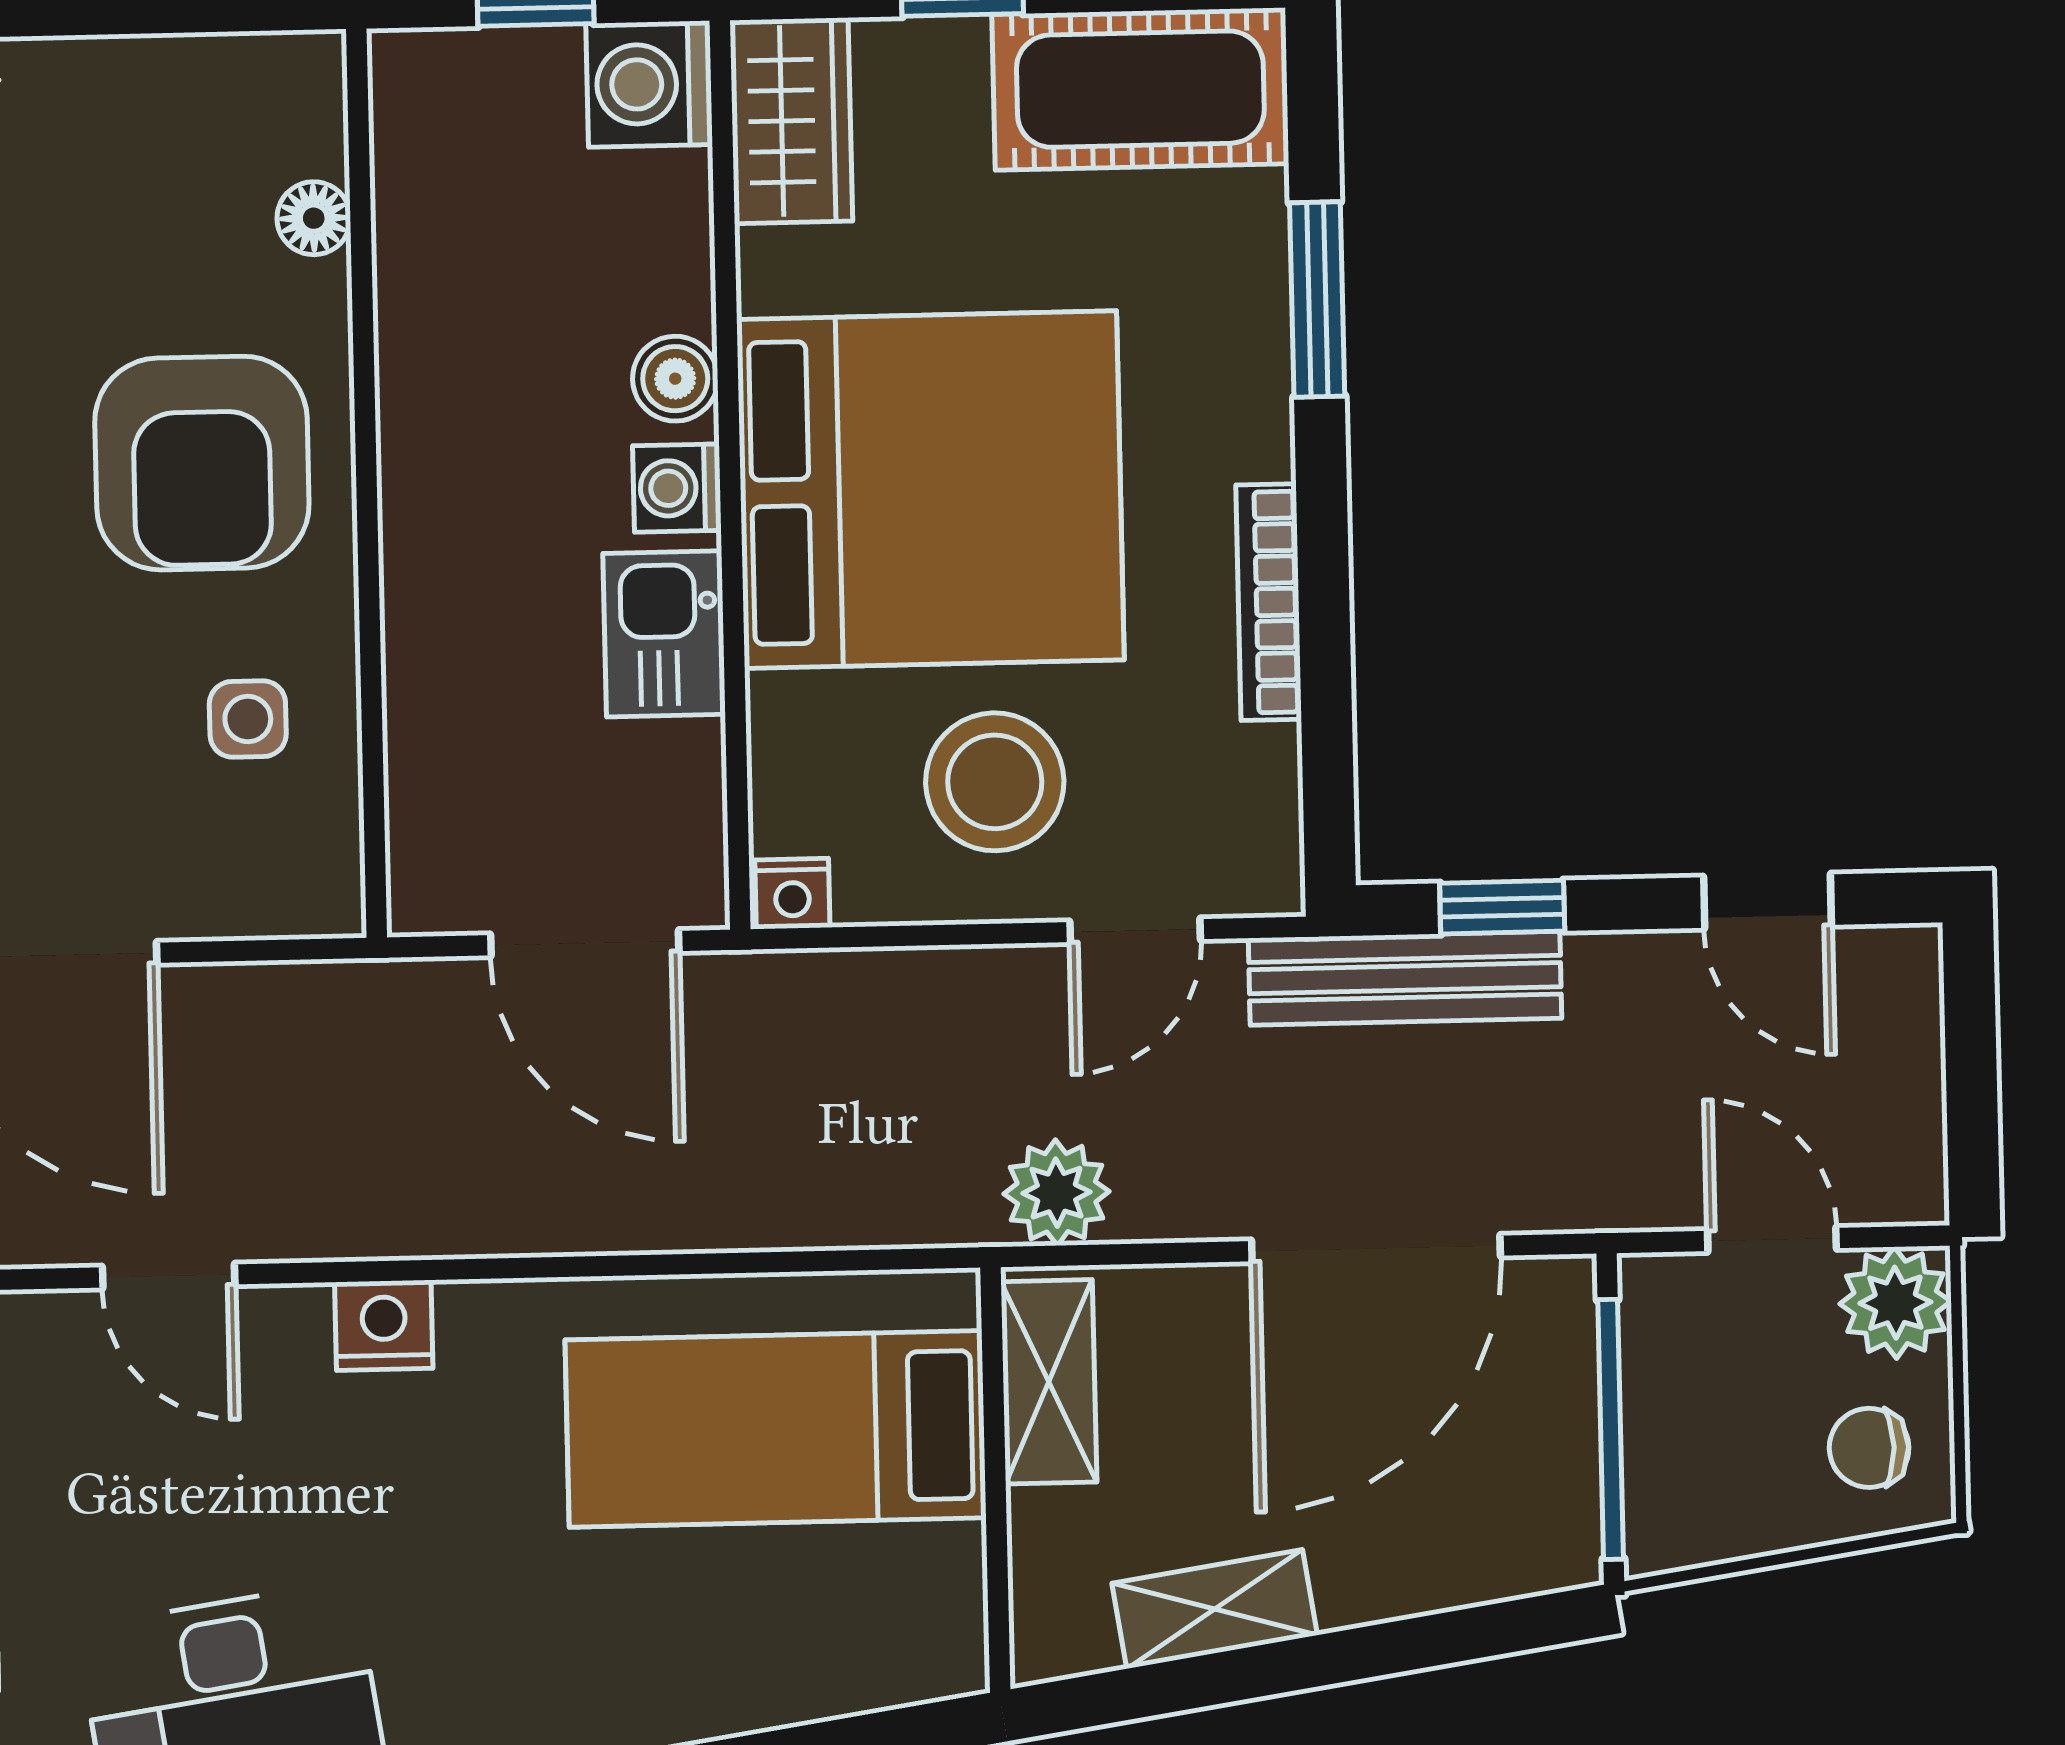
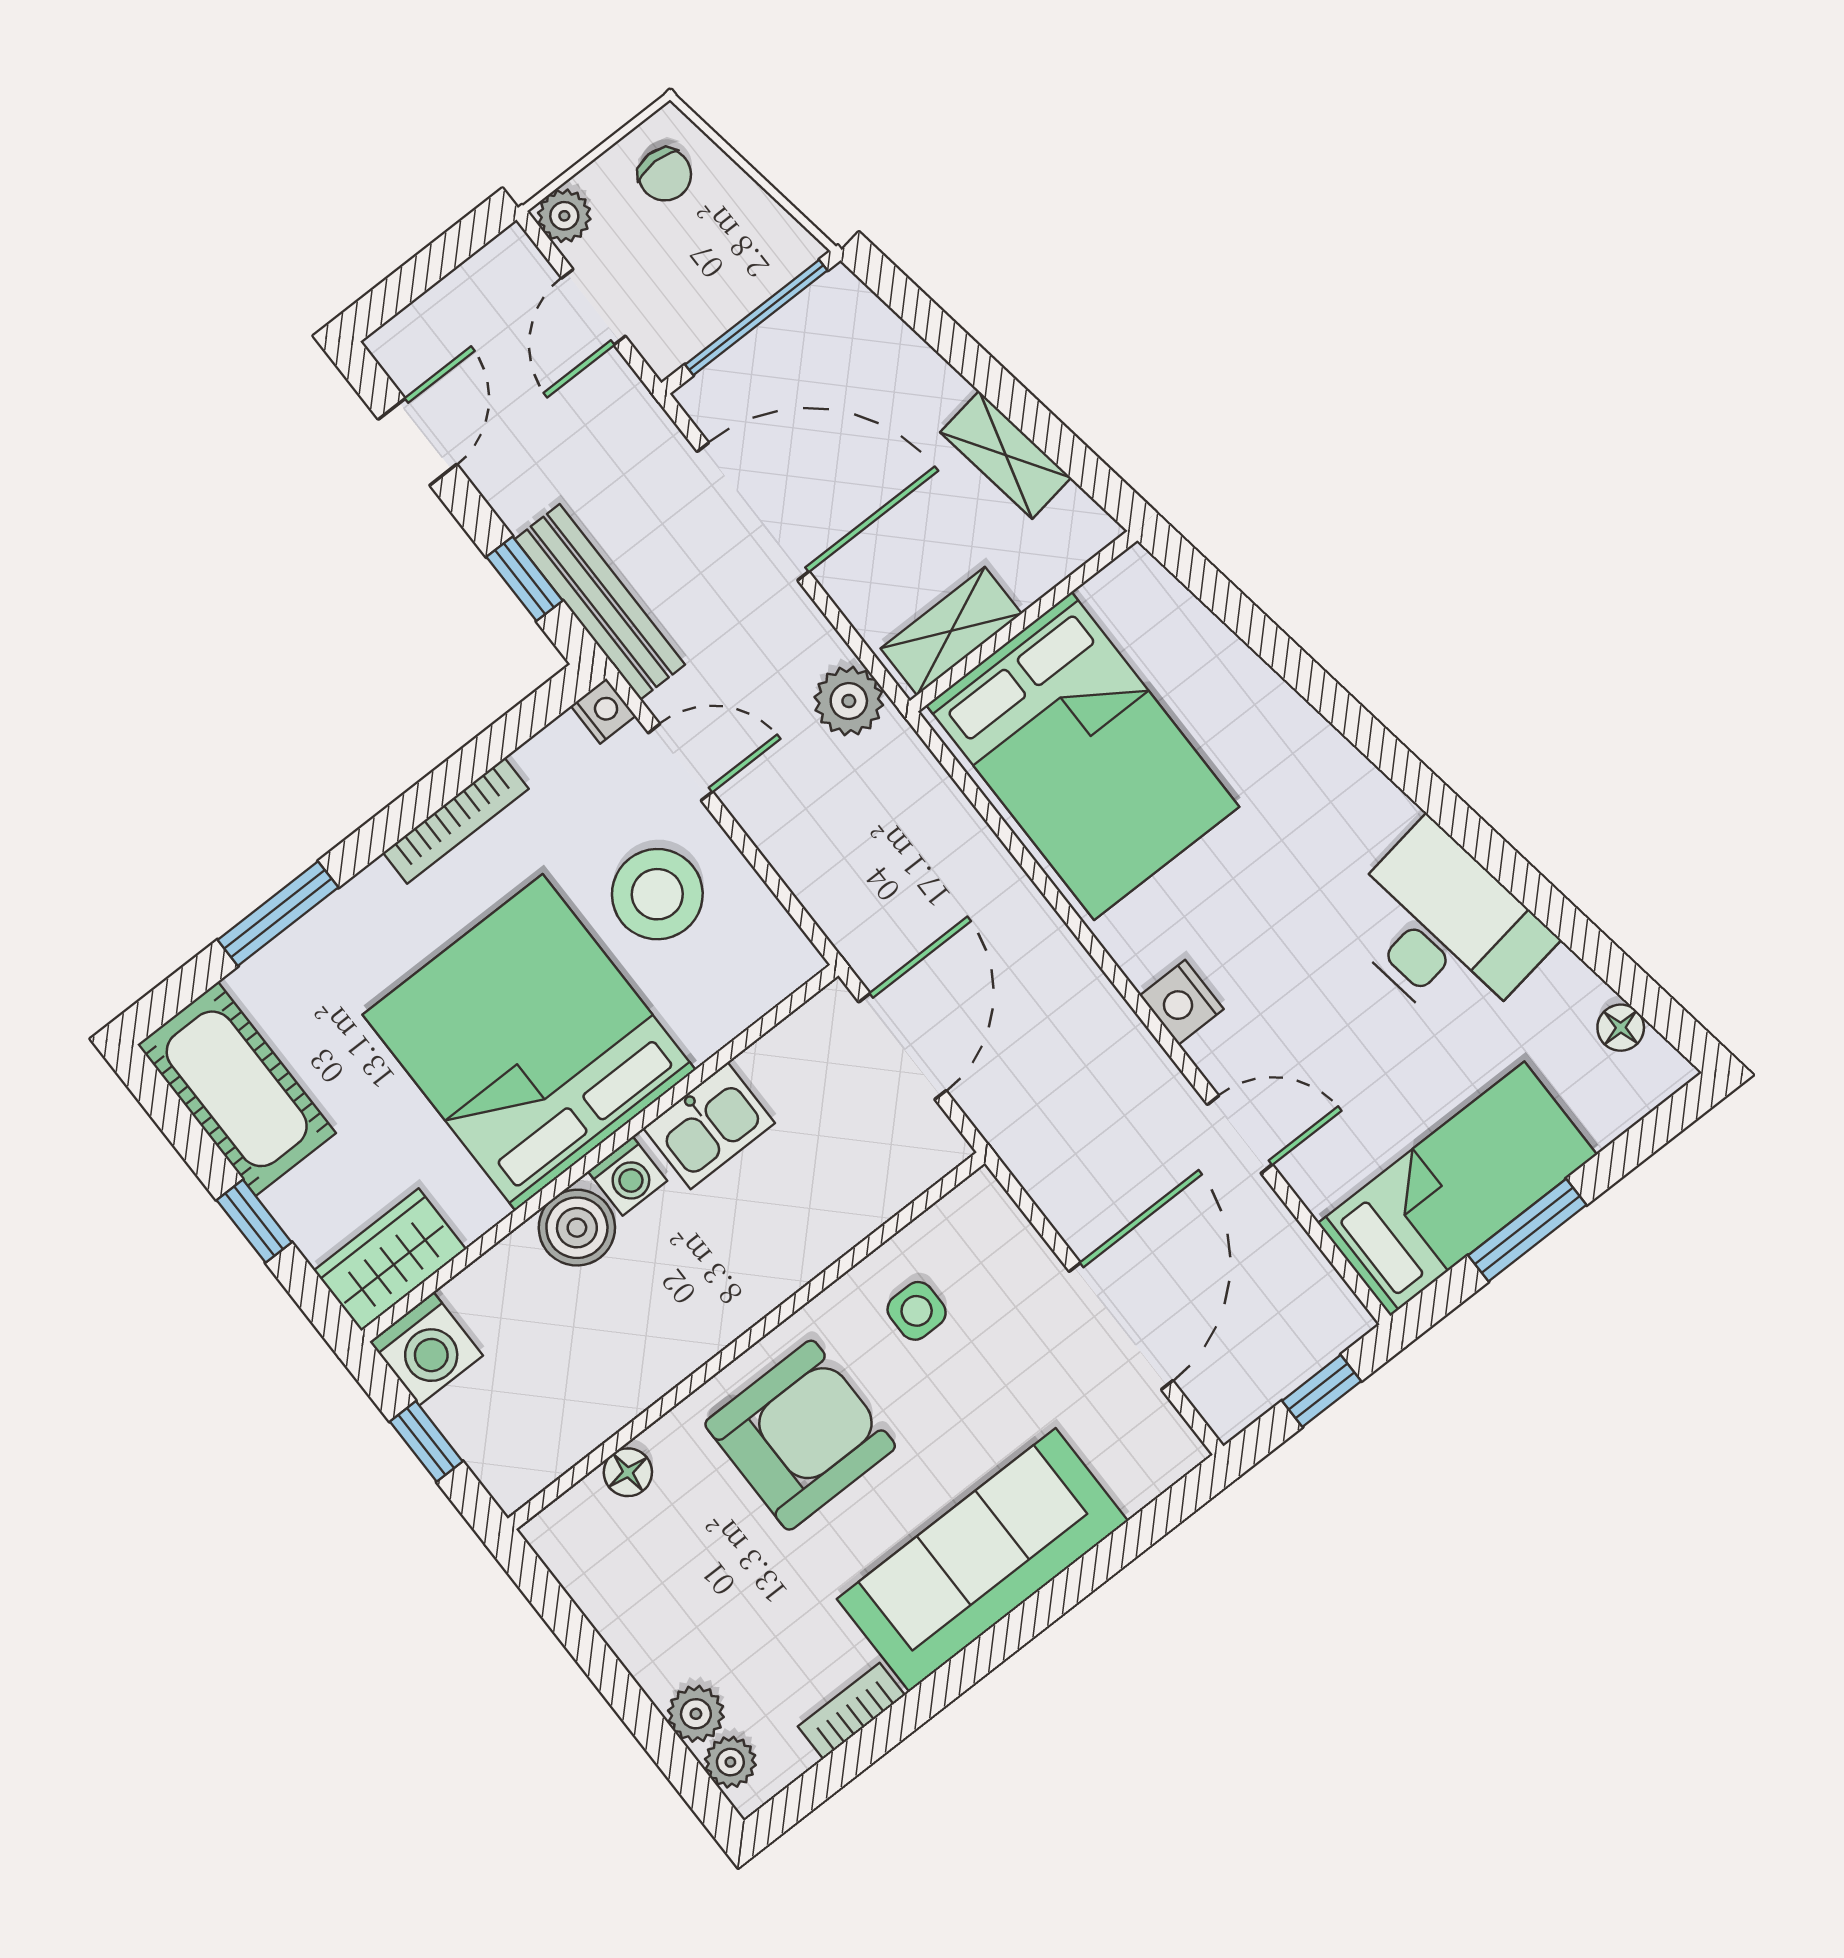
boiler: (675, 379) -> (577, 1228), width x1.36, depth x1.36
nightstand: (792, 894) -> (603, 711), moved
door: (169, 1276) -> (1240, 1135), hinge flipped
plant: (1895, 1303) -> (564, 216), width x0.73, depth x0.73
bed: (776, 1429) -> (1083, 756), width x1.50

